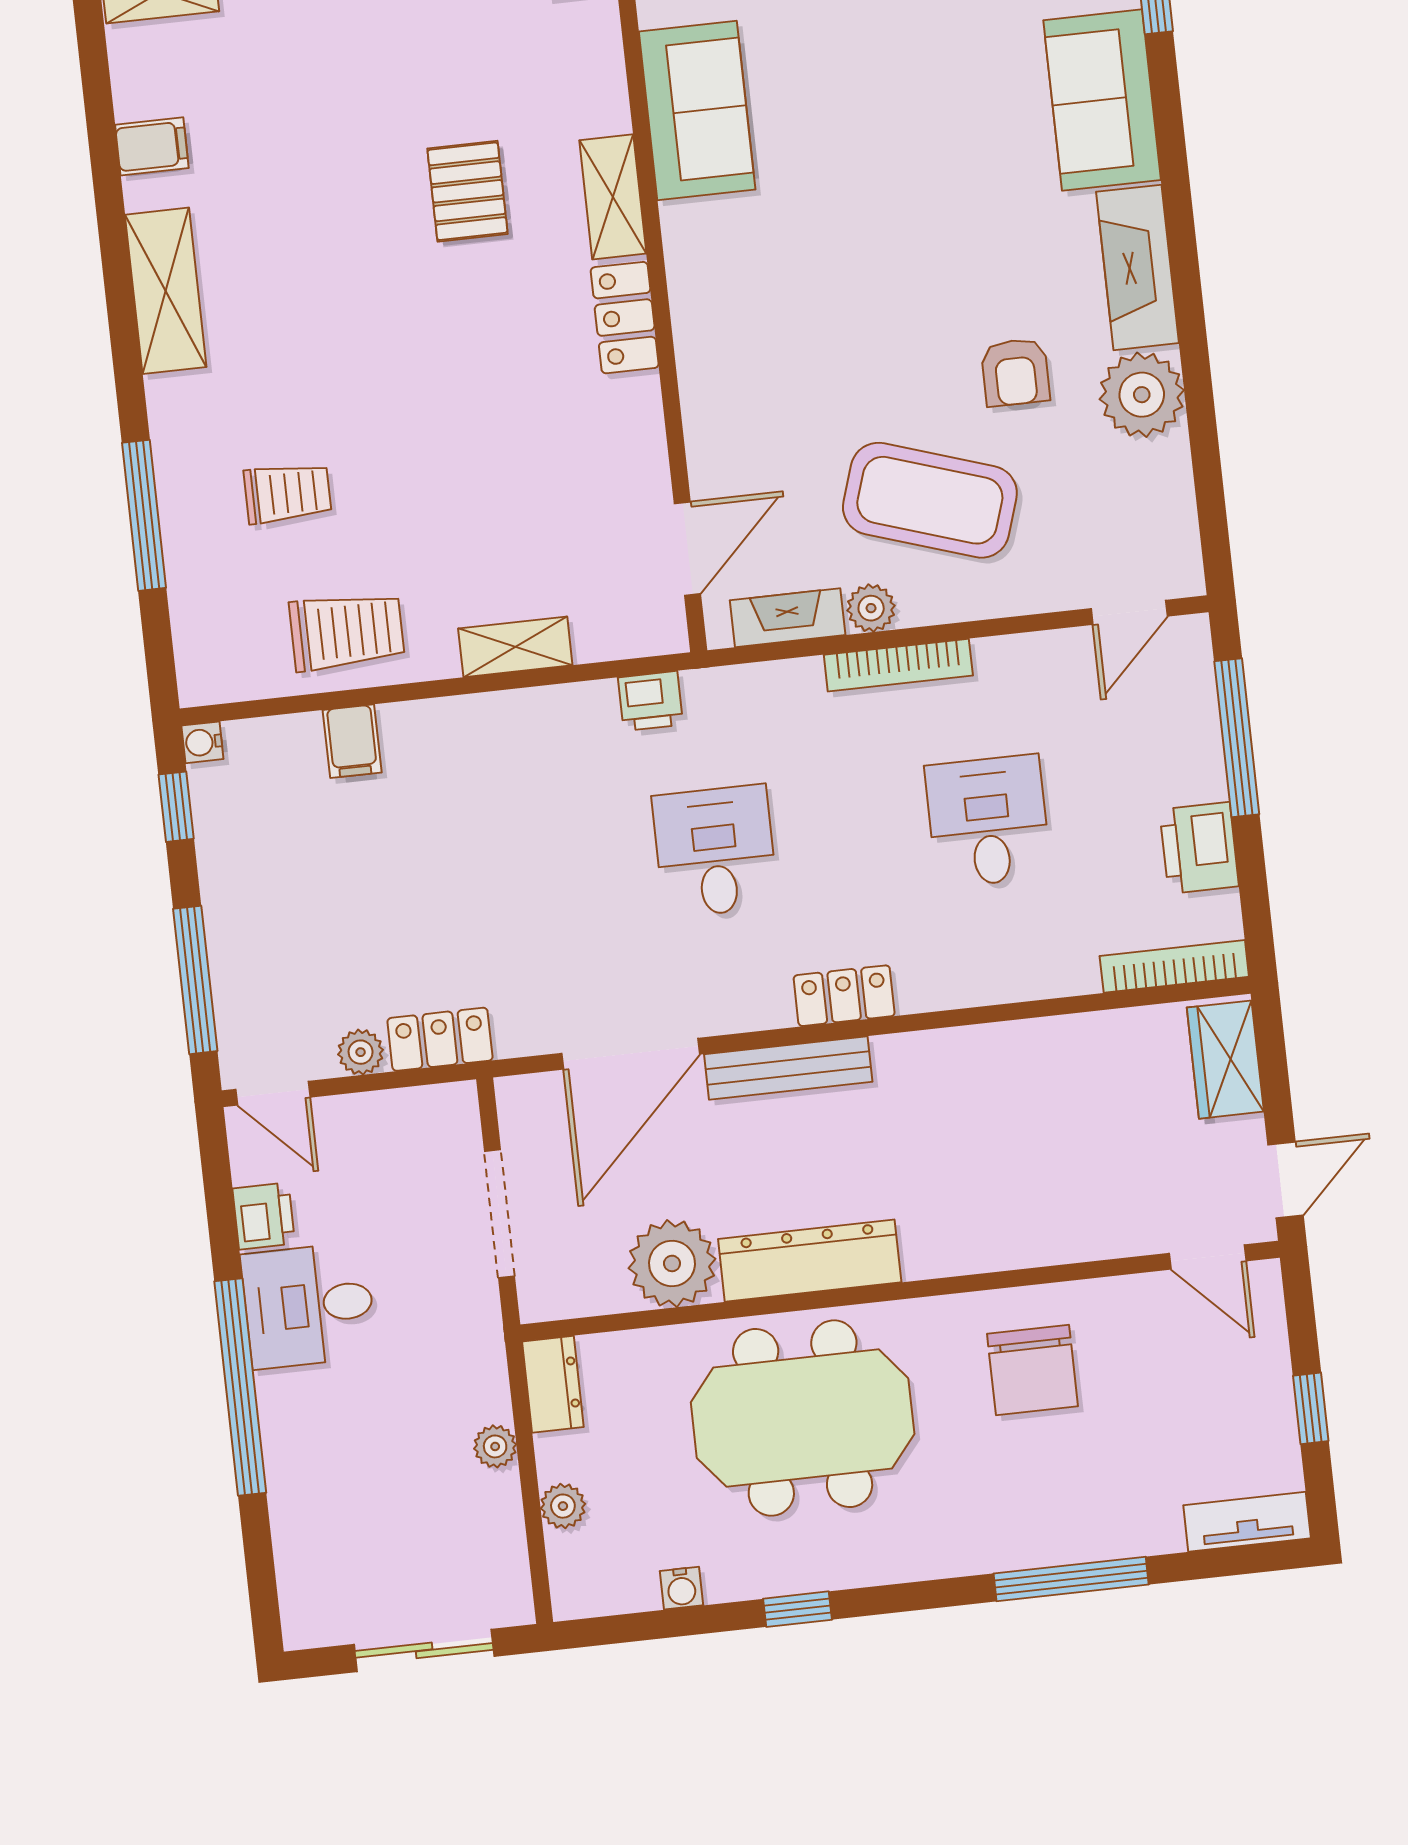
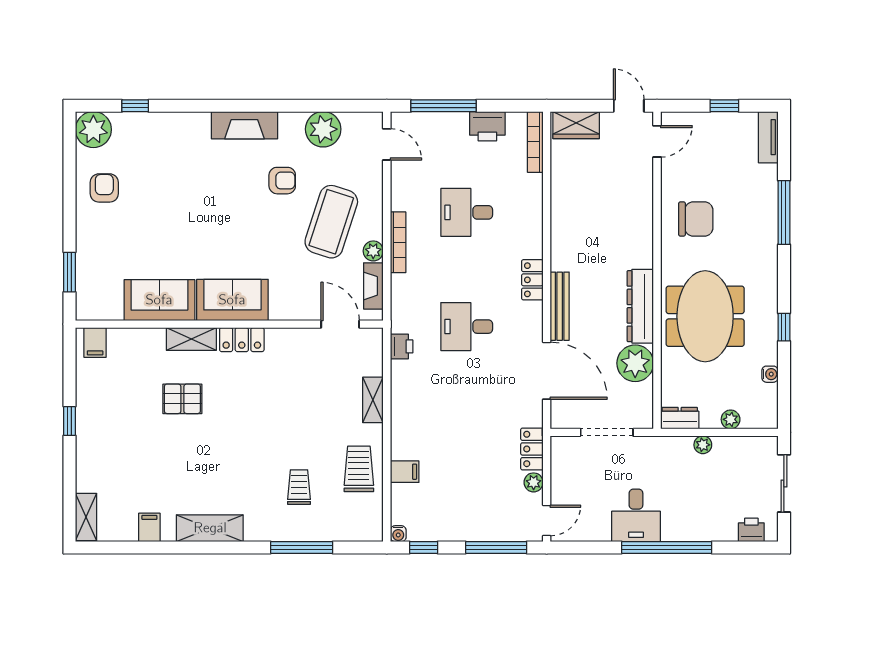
sofa: (1102, 100) -> (232, 300), moved, turned 180
plant: (1142, 395) -> (323, 129), moved
printer: (264, 1216) -> (751, 530), moved

